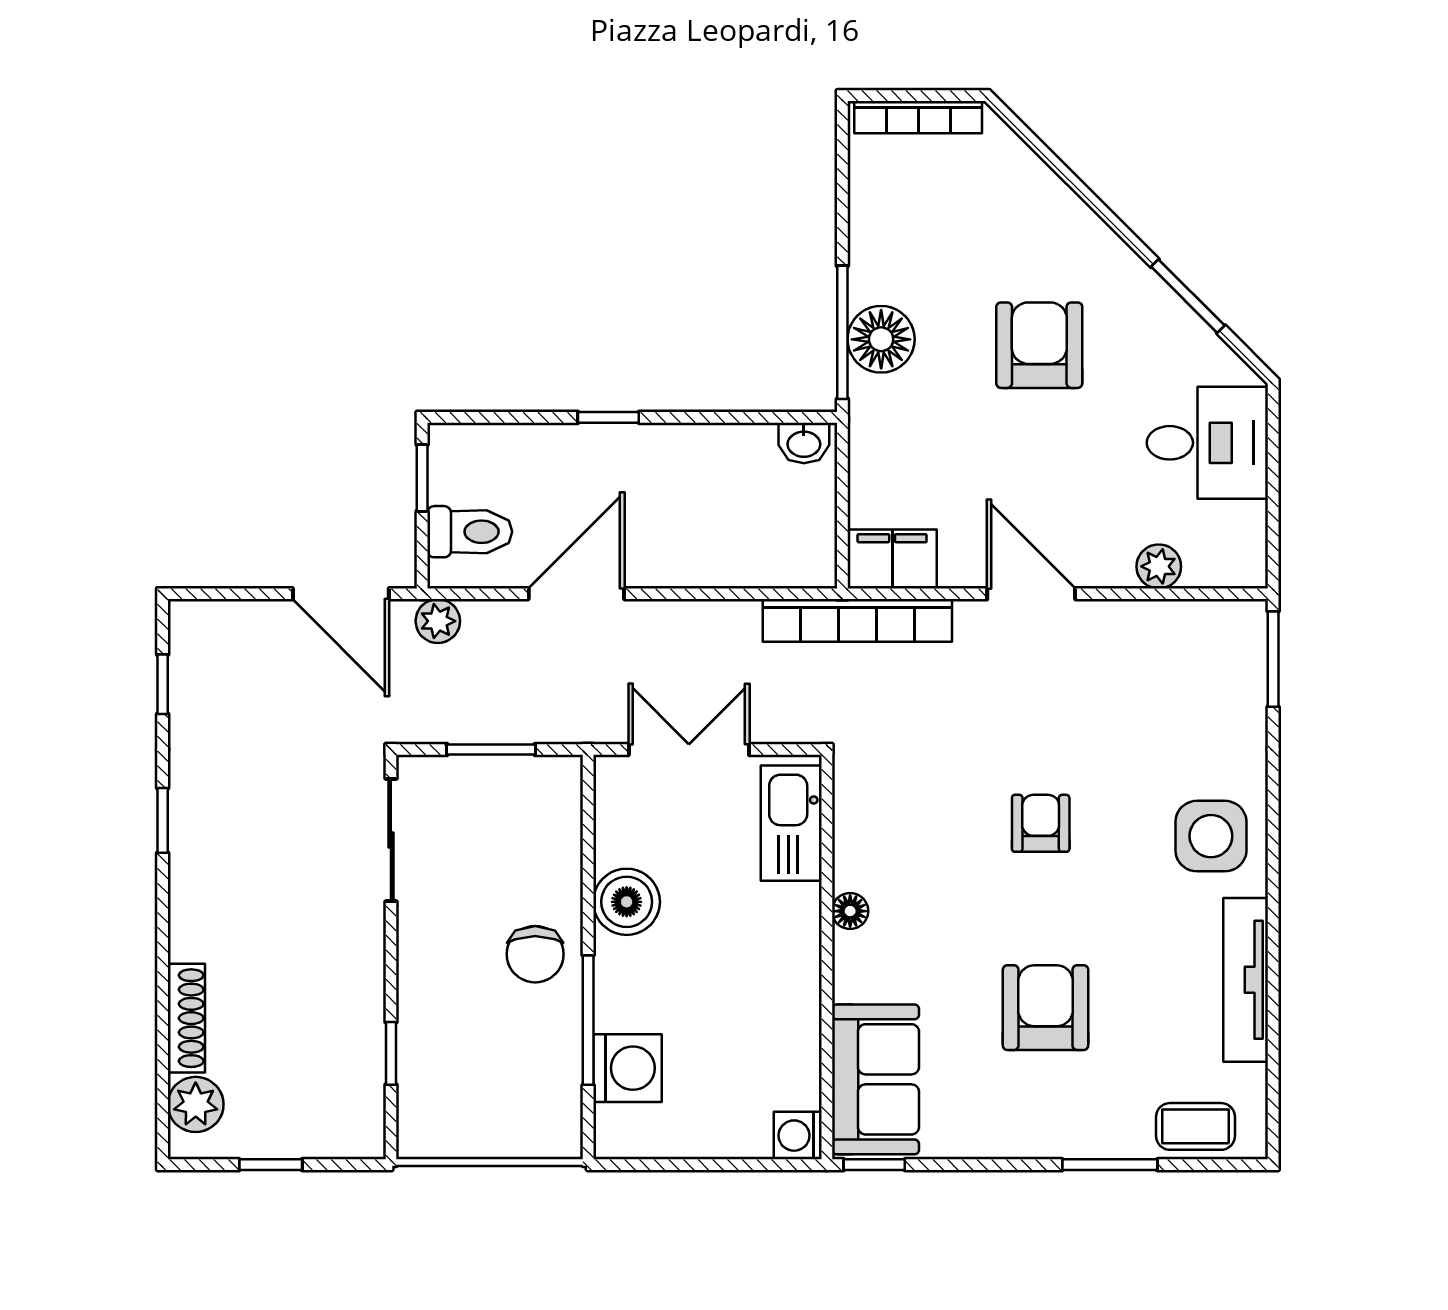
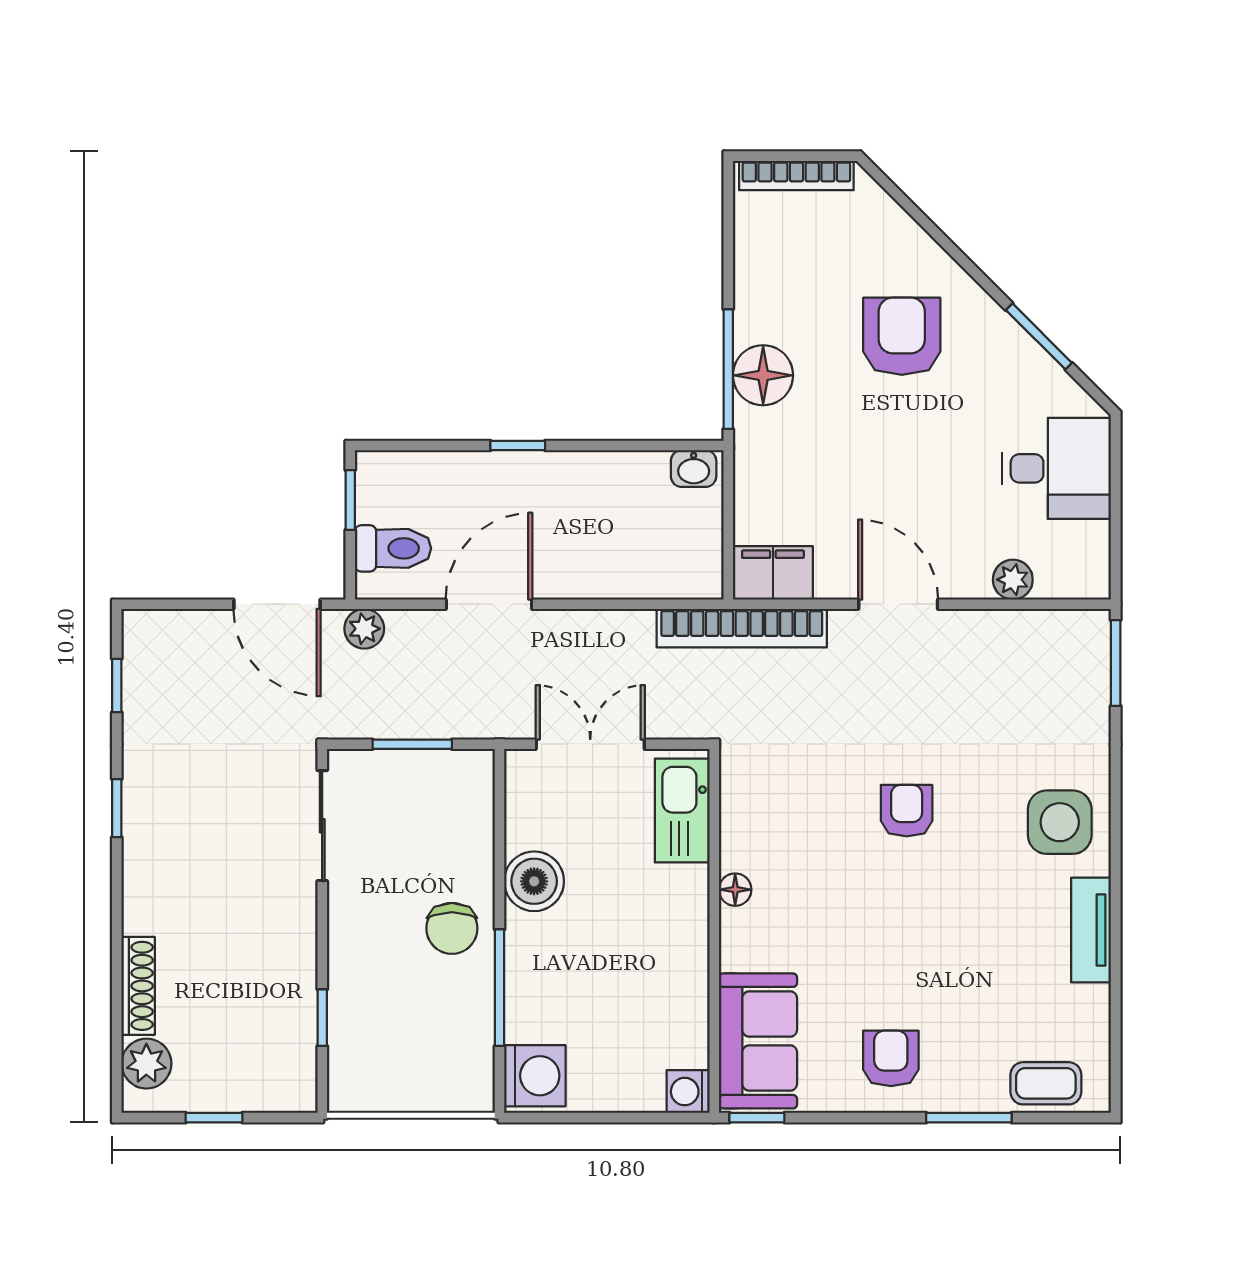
armchair: (1039, 345) -> (902, 336), moved
tv unit: (1246, 980) -> (1091, 930), width x0.71
armchair: (1046, 1008) -> (891, 1058), moved, width x0.72, depth x0.72
washing machine: (627, 1068) -> (535, 1076), moved

